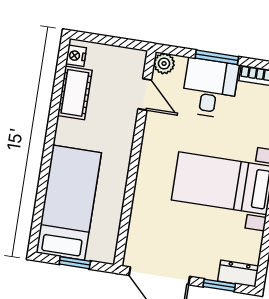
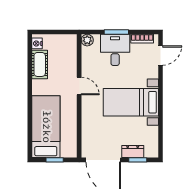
door: (145, 94) -> (79, 86), moved
dresser: (238, 273) -> (133, 152), moved

